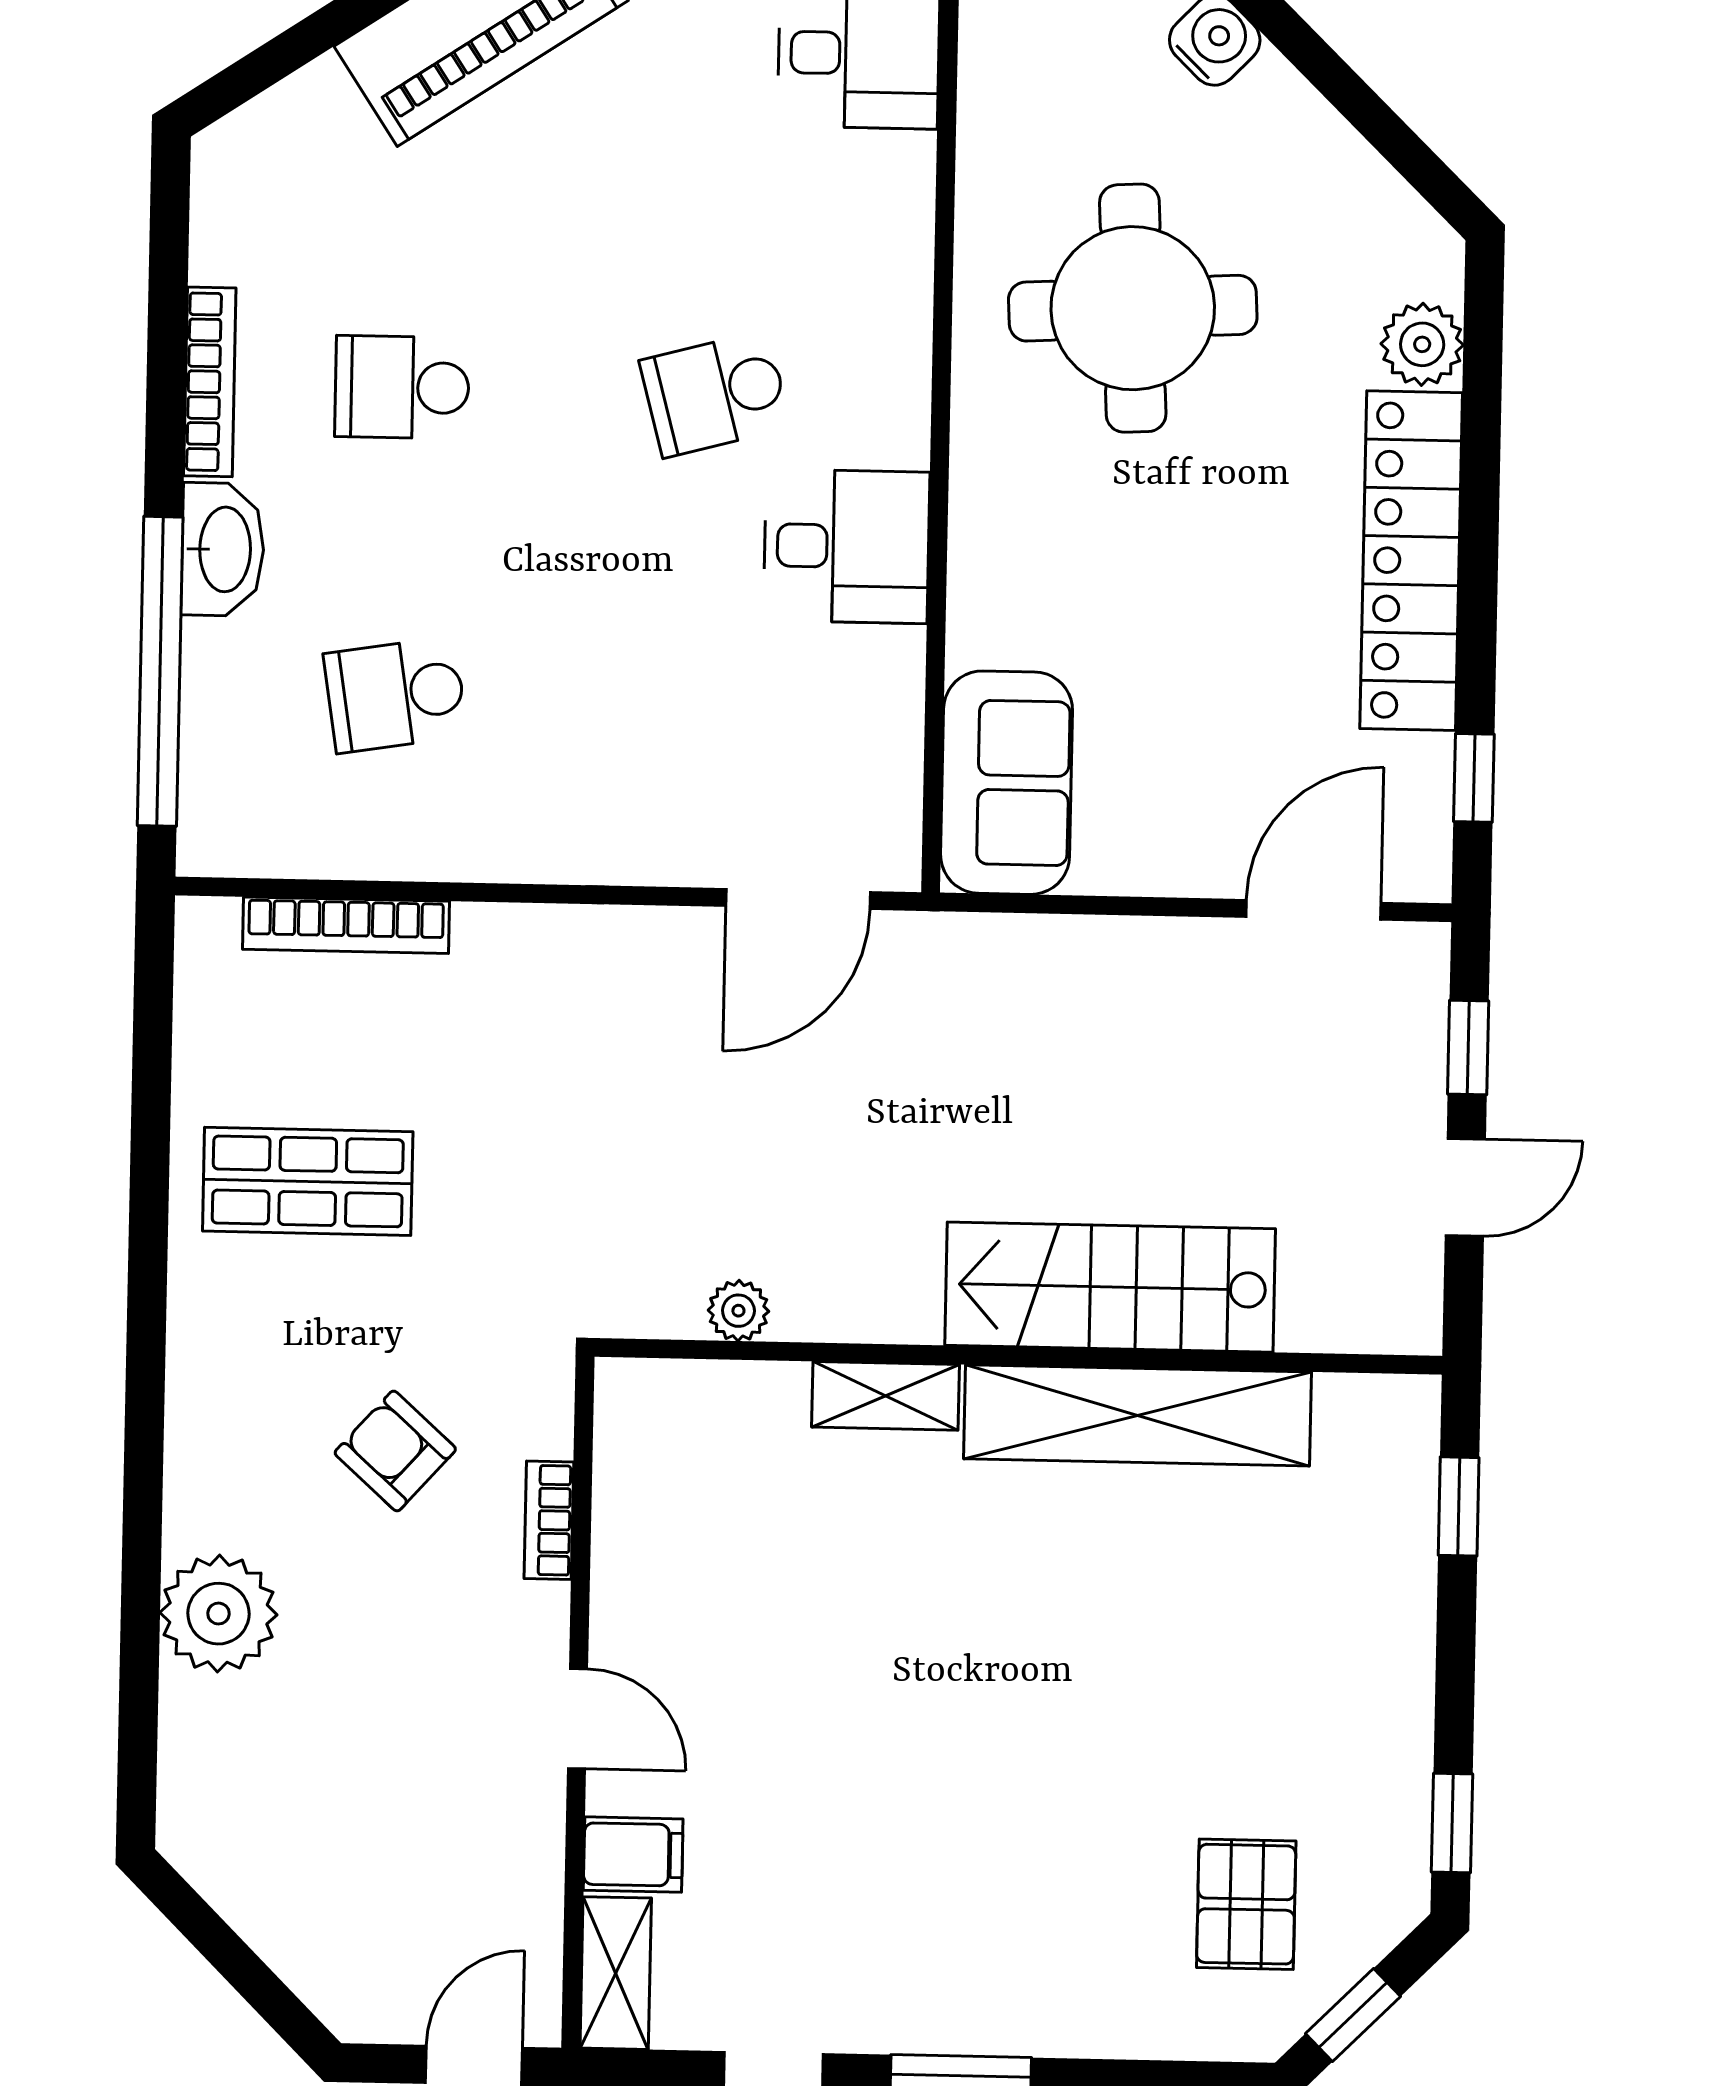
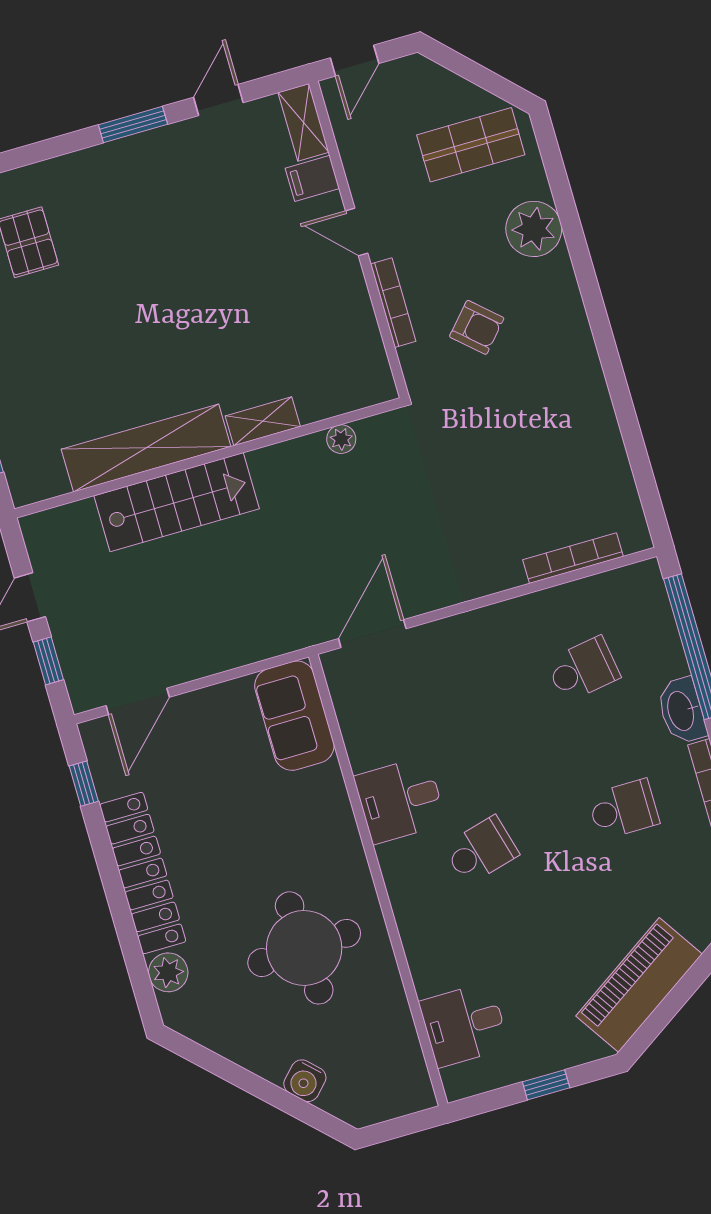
shop shelf: (308, 1181) -> (471, 145), moved
bookcase: (549, 1520) -> (393, 303), width x1.56

